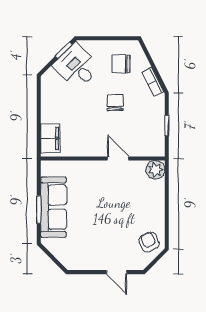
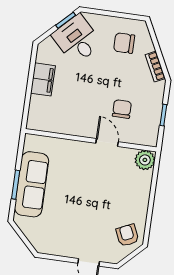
chair: (115, 102) -> (122, 109), moved
filing cabinet: (50, 138) -> (43, 79), moved

